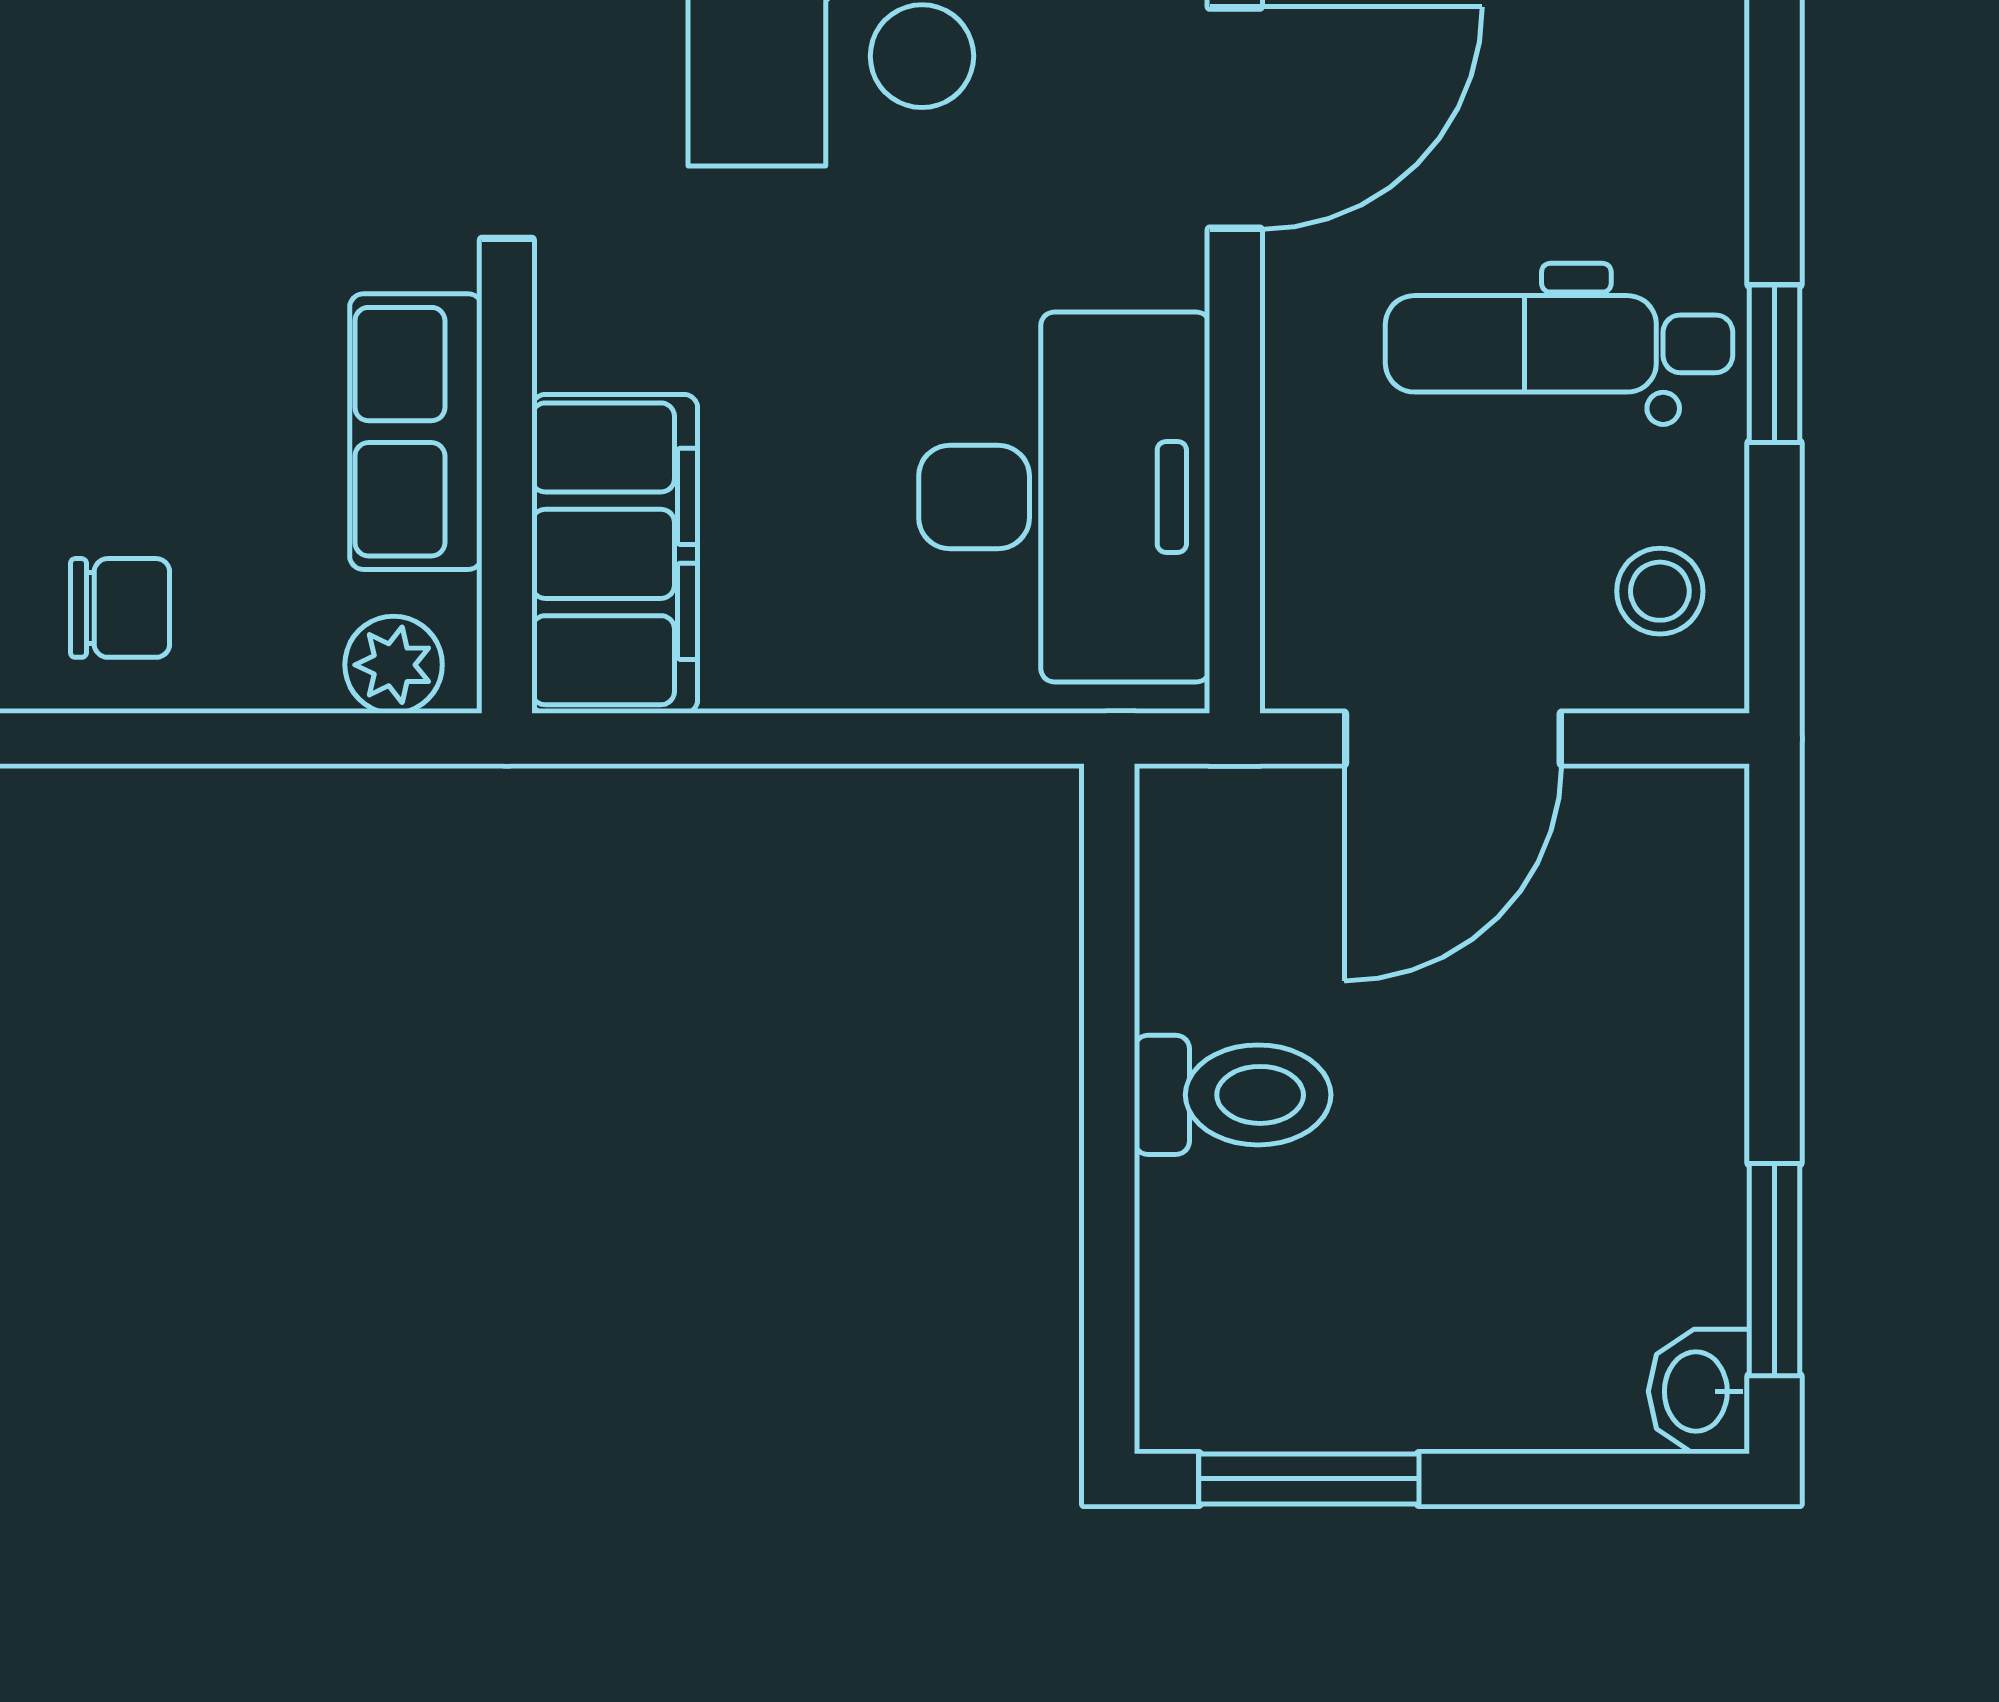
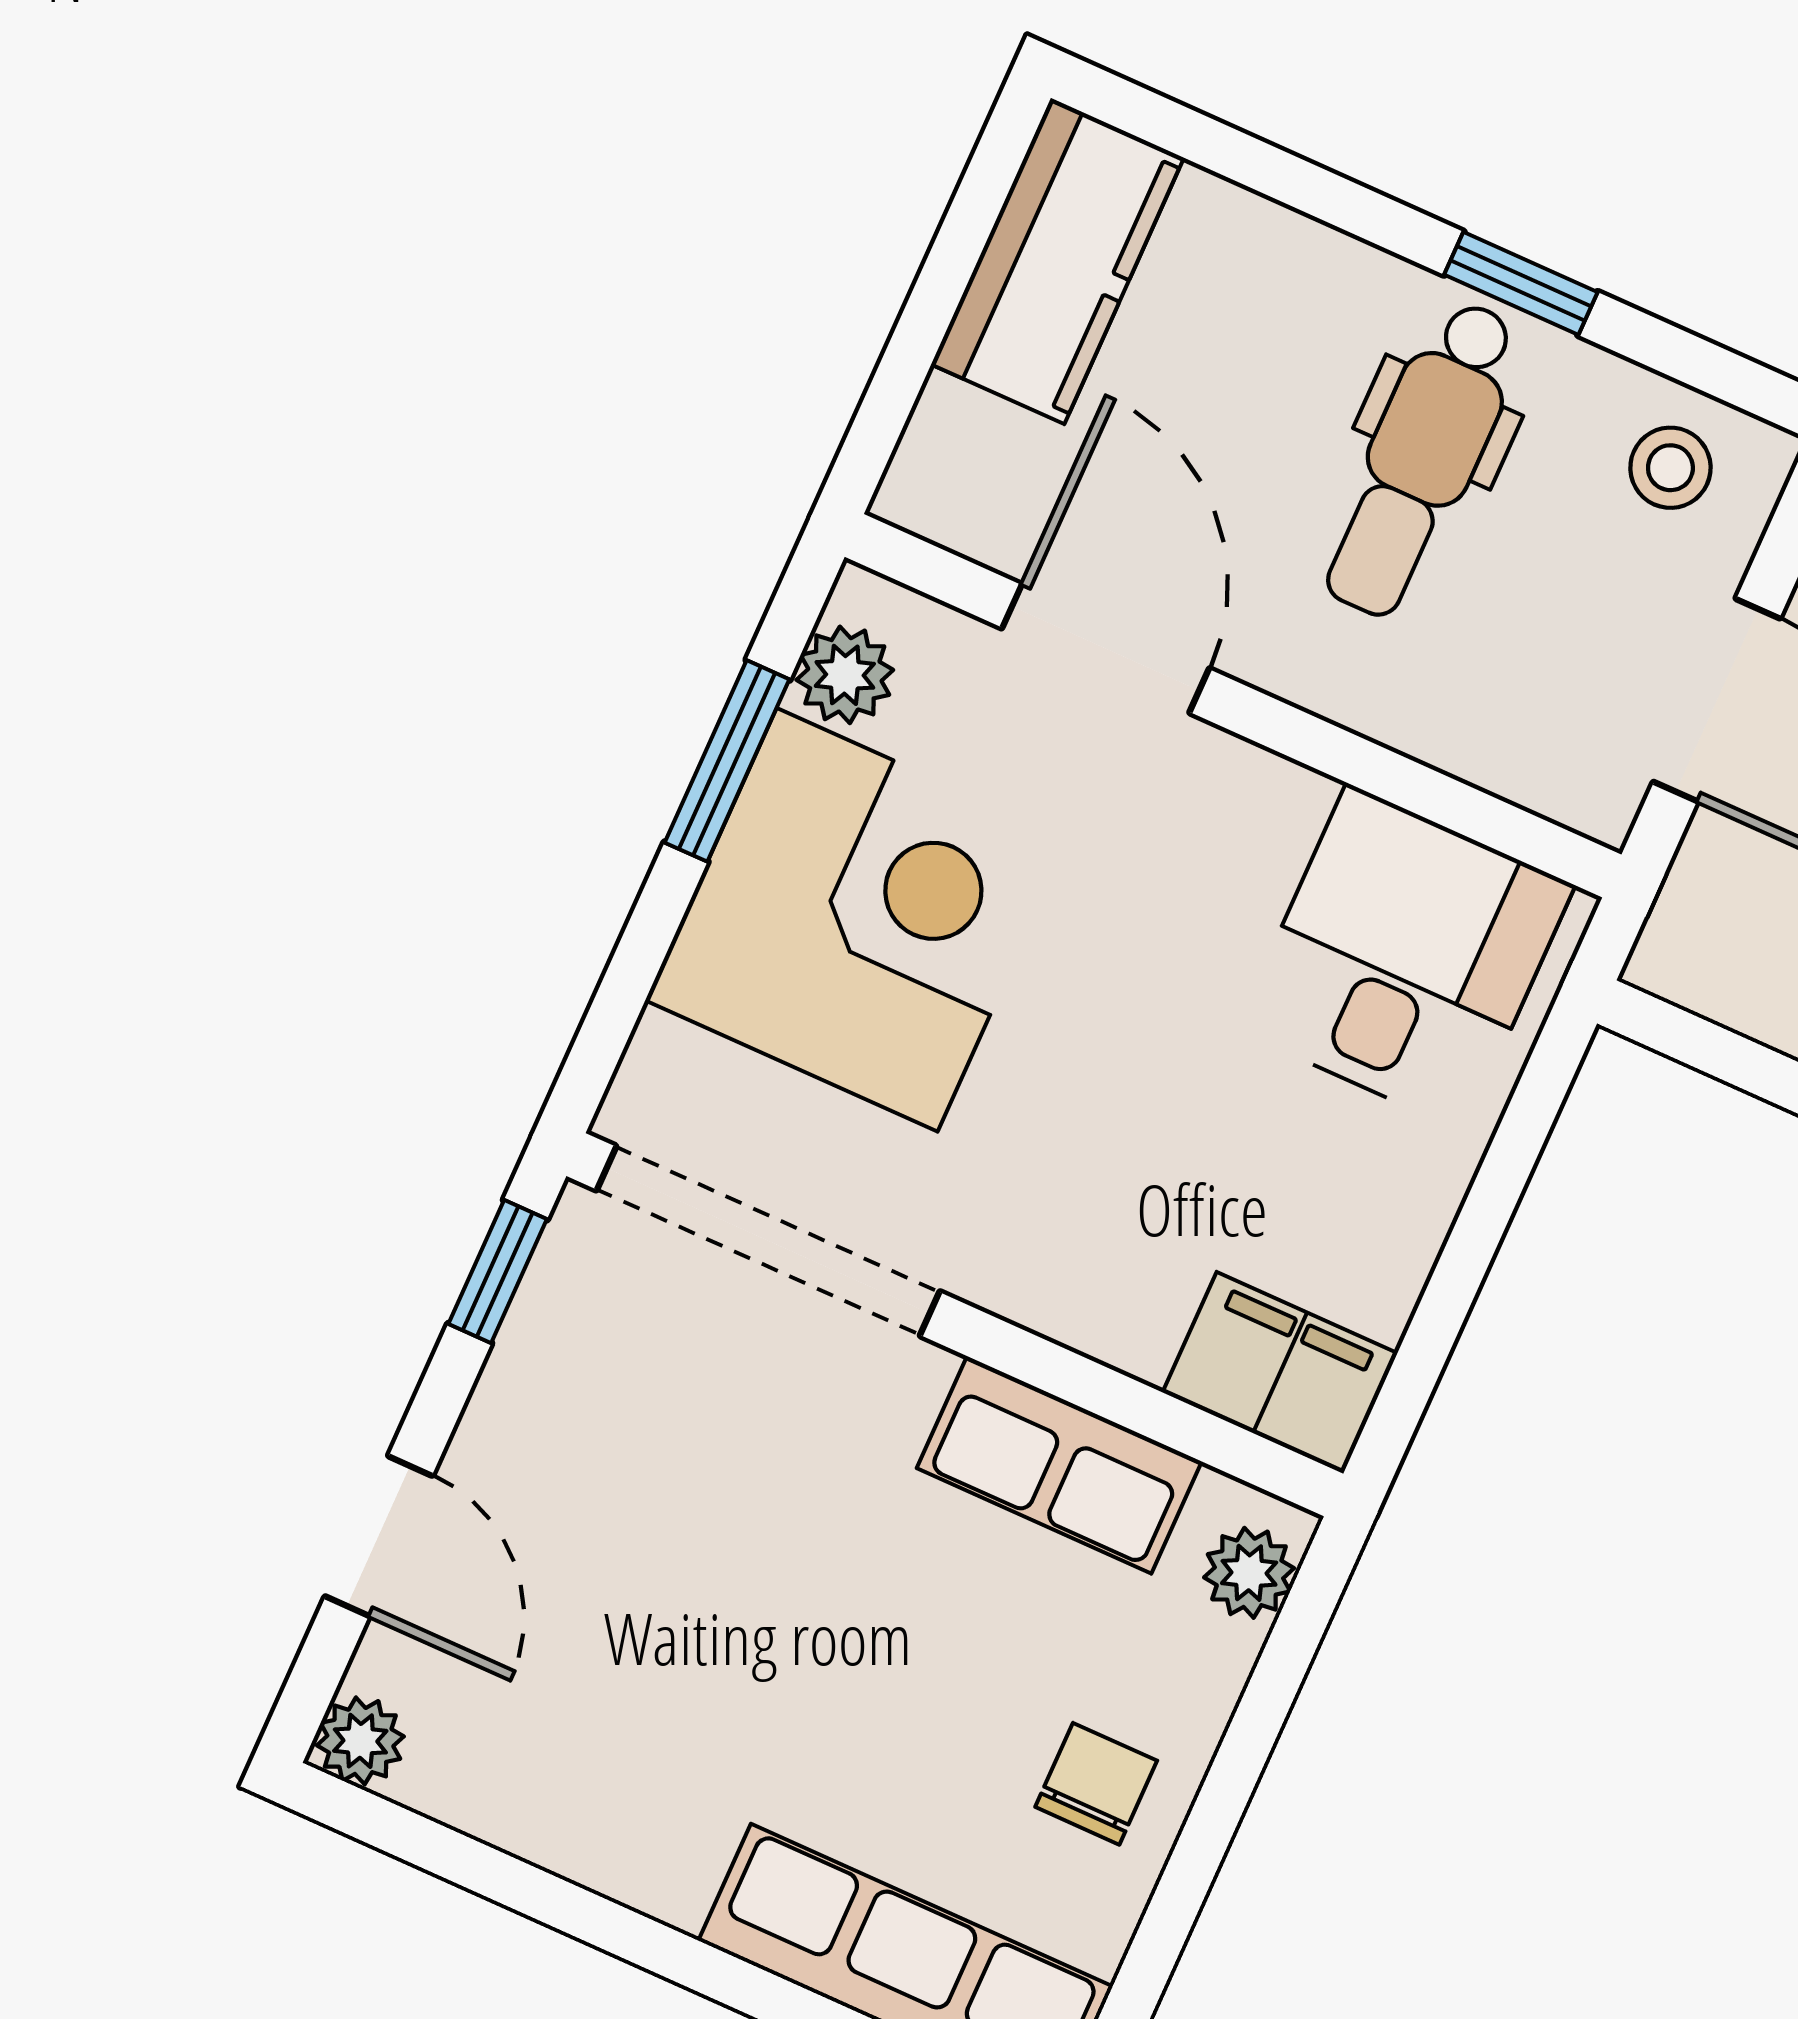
desk: (1064, 497) -> (1405, 958), width x0.73
filing cabinet: (615, 554) -> (1280, 1373), width x0.67, depth x0.86

